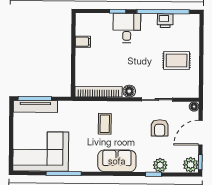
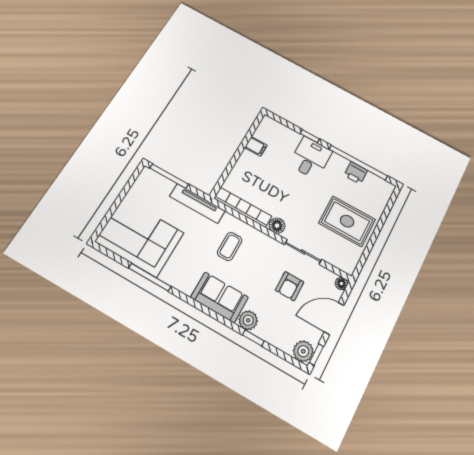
rug: (177, 60) -> (347, 221), width x1.36, depth x1.43
tv unit: (35, 106) -> (197, 204), moved
plant: (160, 165) -> (248, 320), moved

